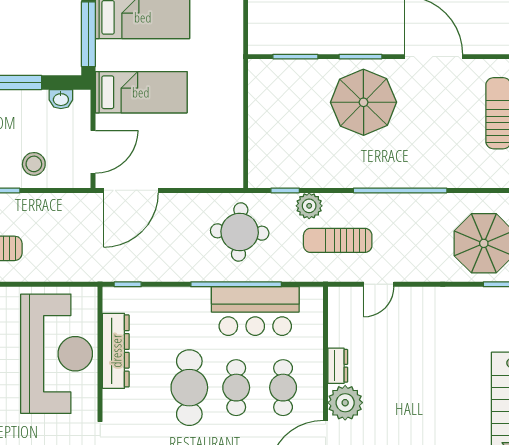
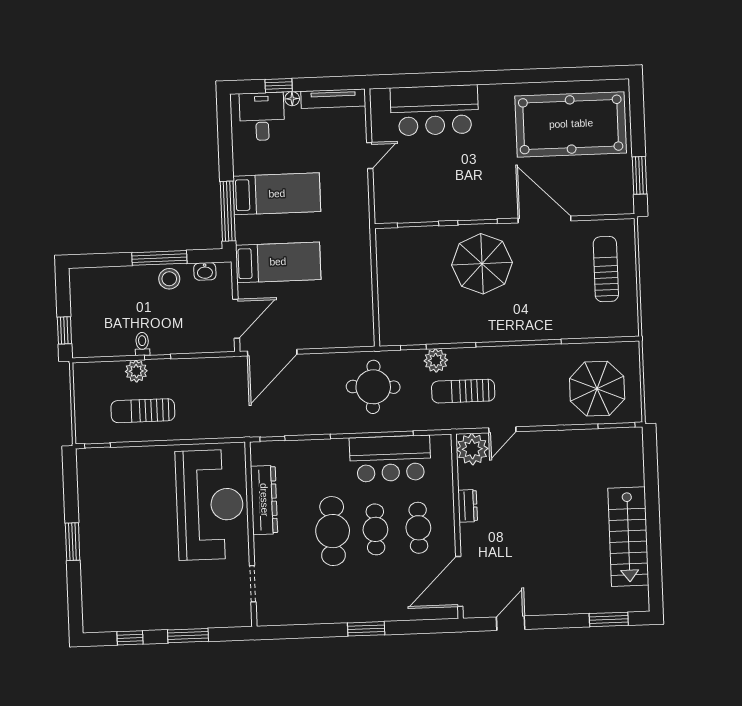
stool: (34, 164) -> (169, 279), moved
plant: (345, 403) -> (472, 449), moved

